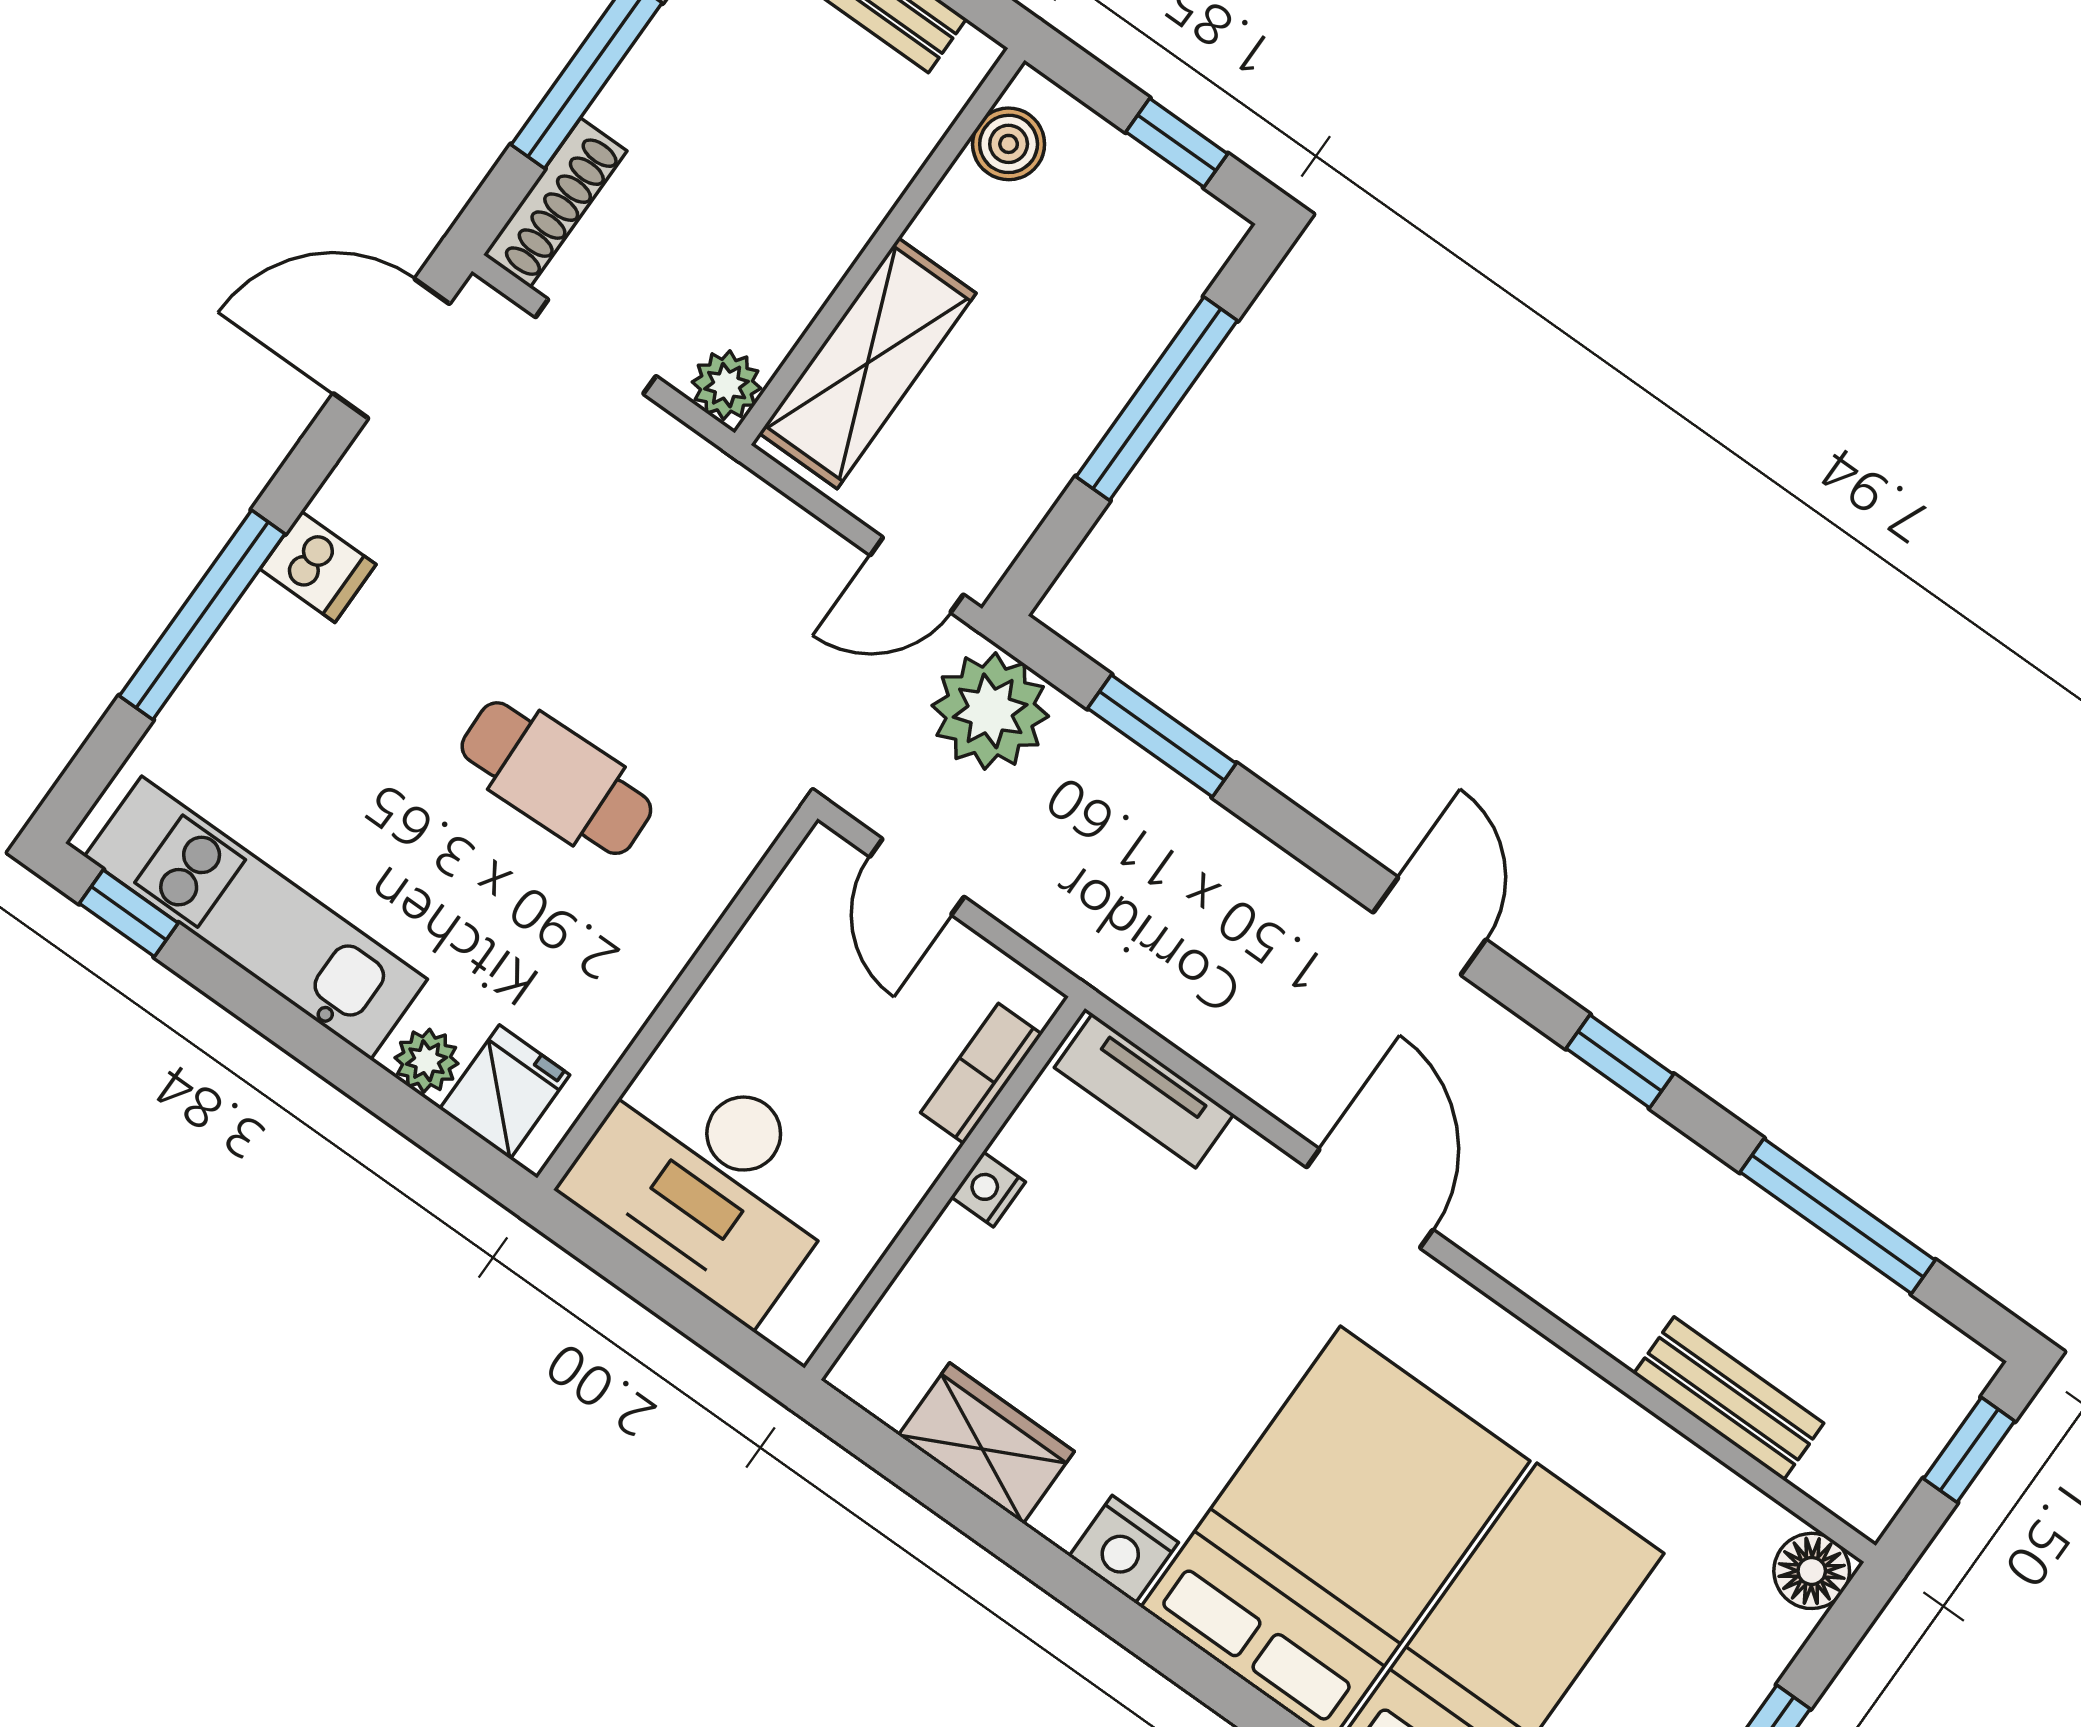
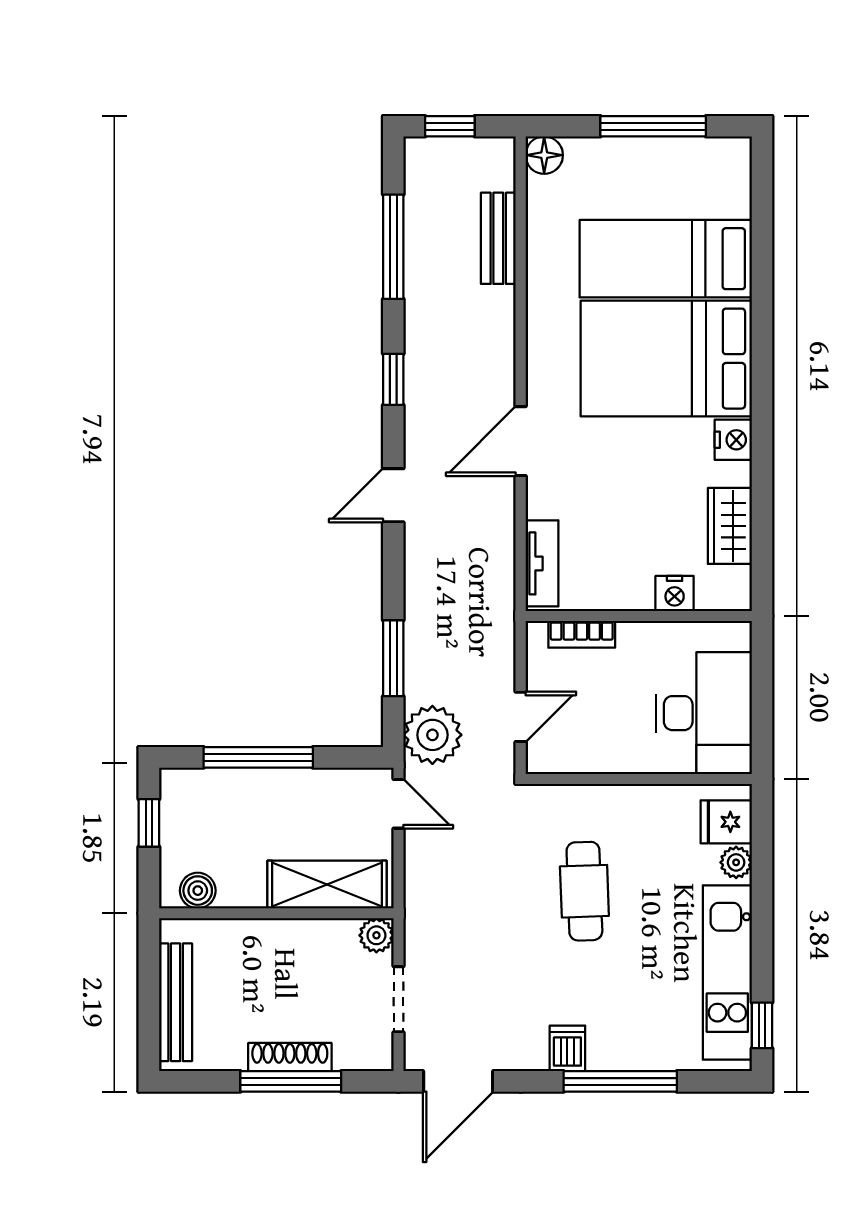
shoe rack: (555, 203) -> (290, 1057), moved
door: (391, 349) -> (458, 1081), hinge flipped
nightstand: (988, 1189) -> (675, 594), moved, width x1.39, depth x1.35

